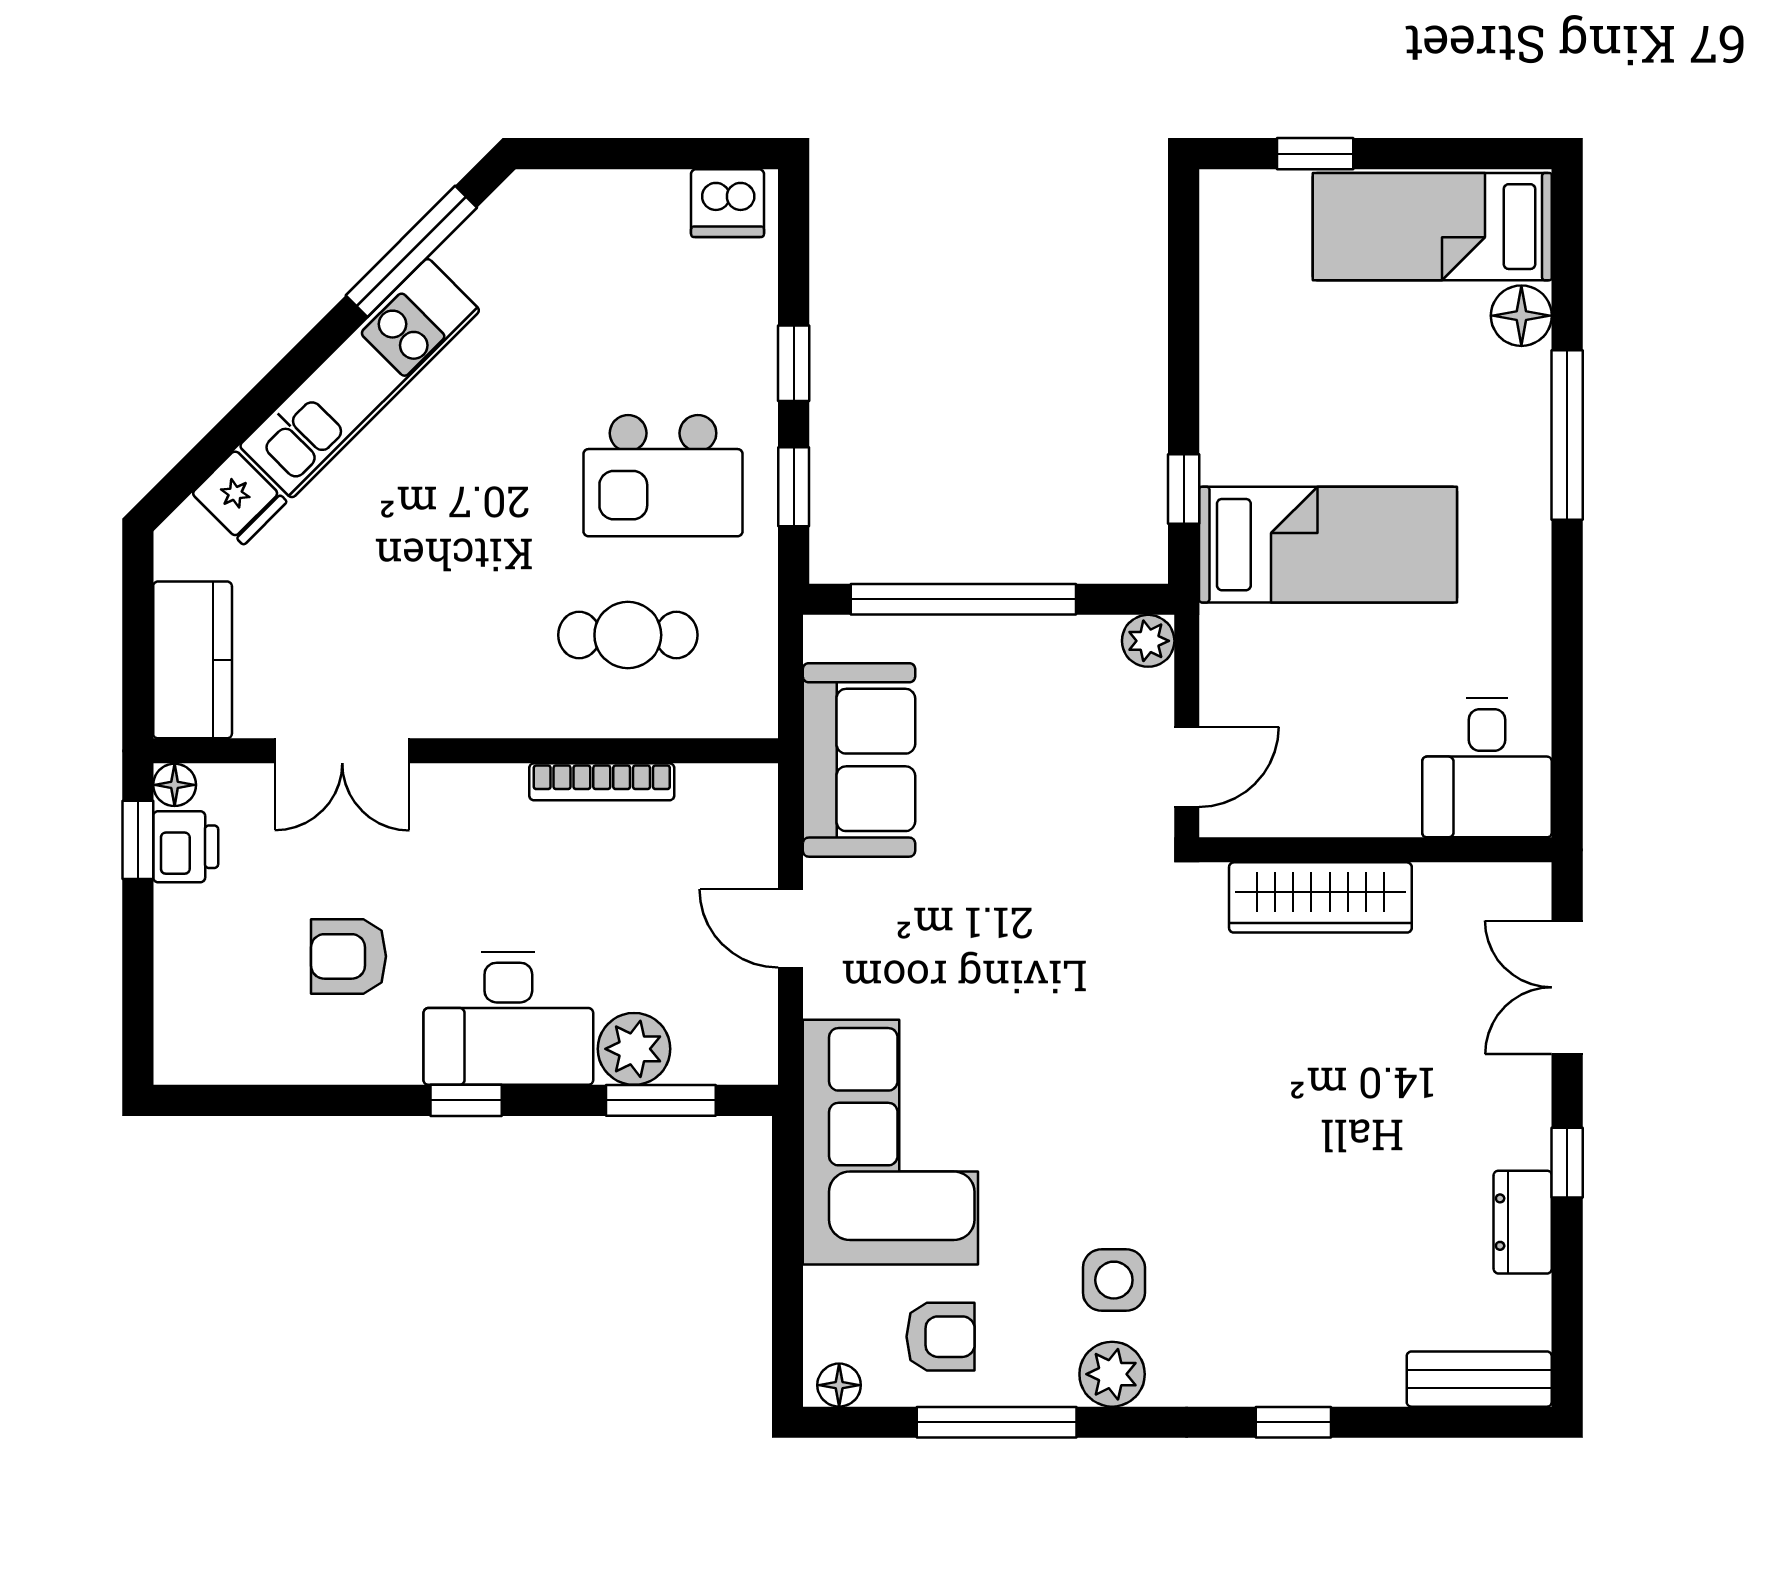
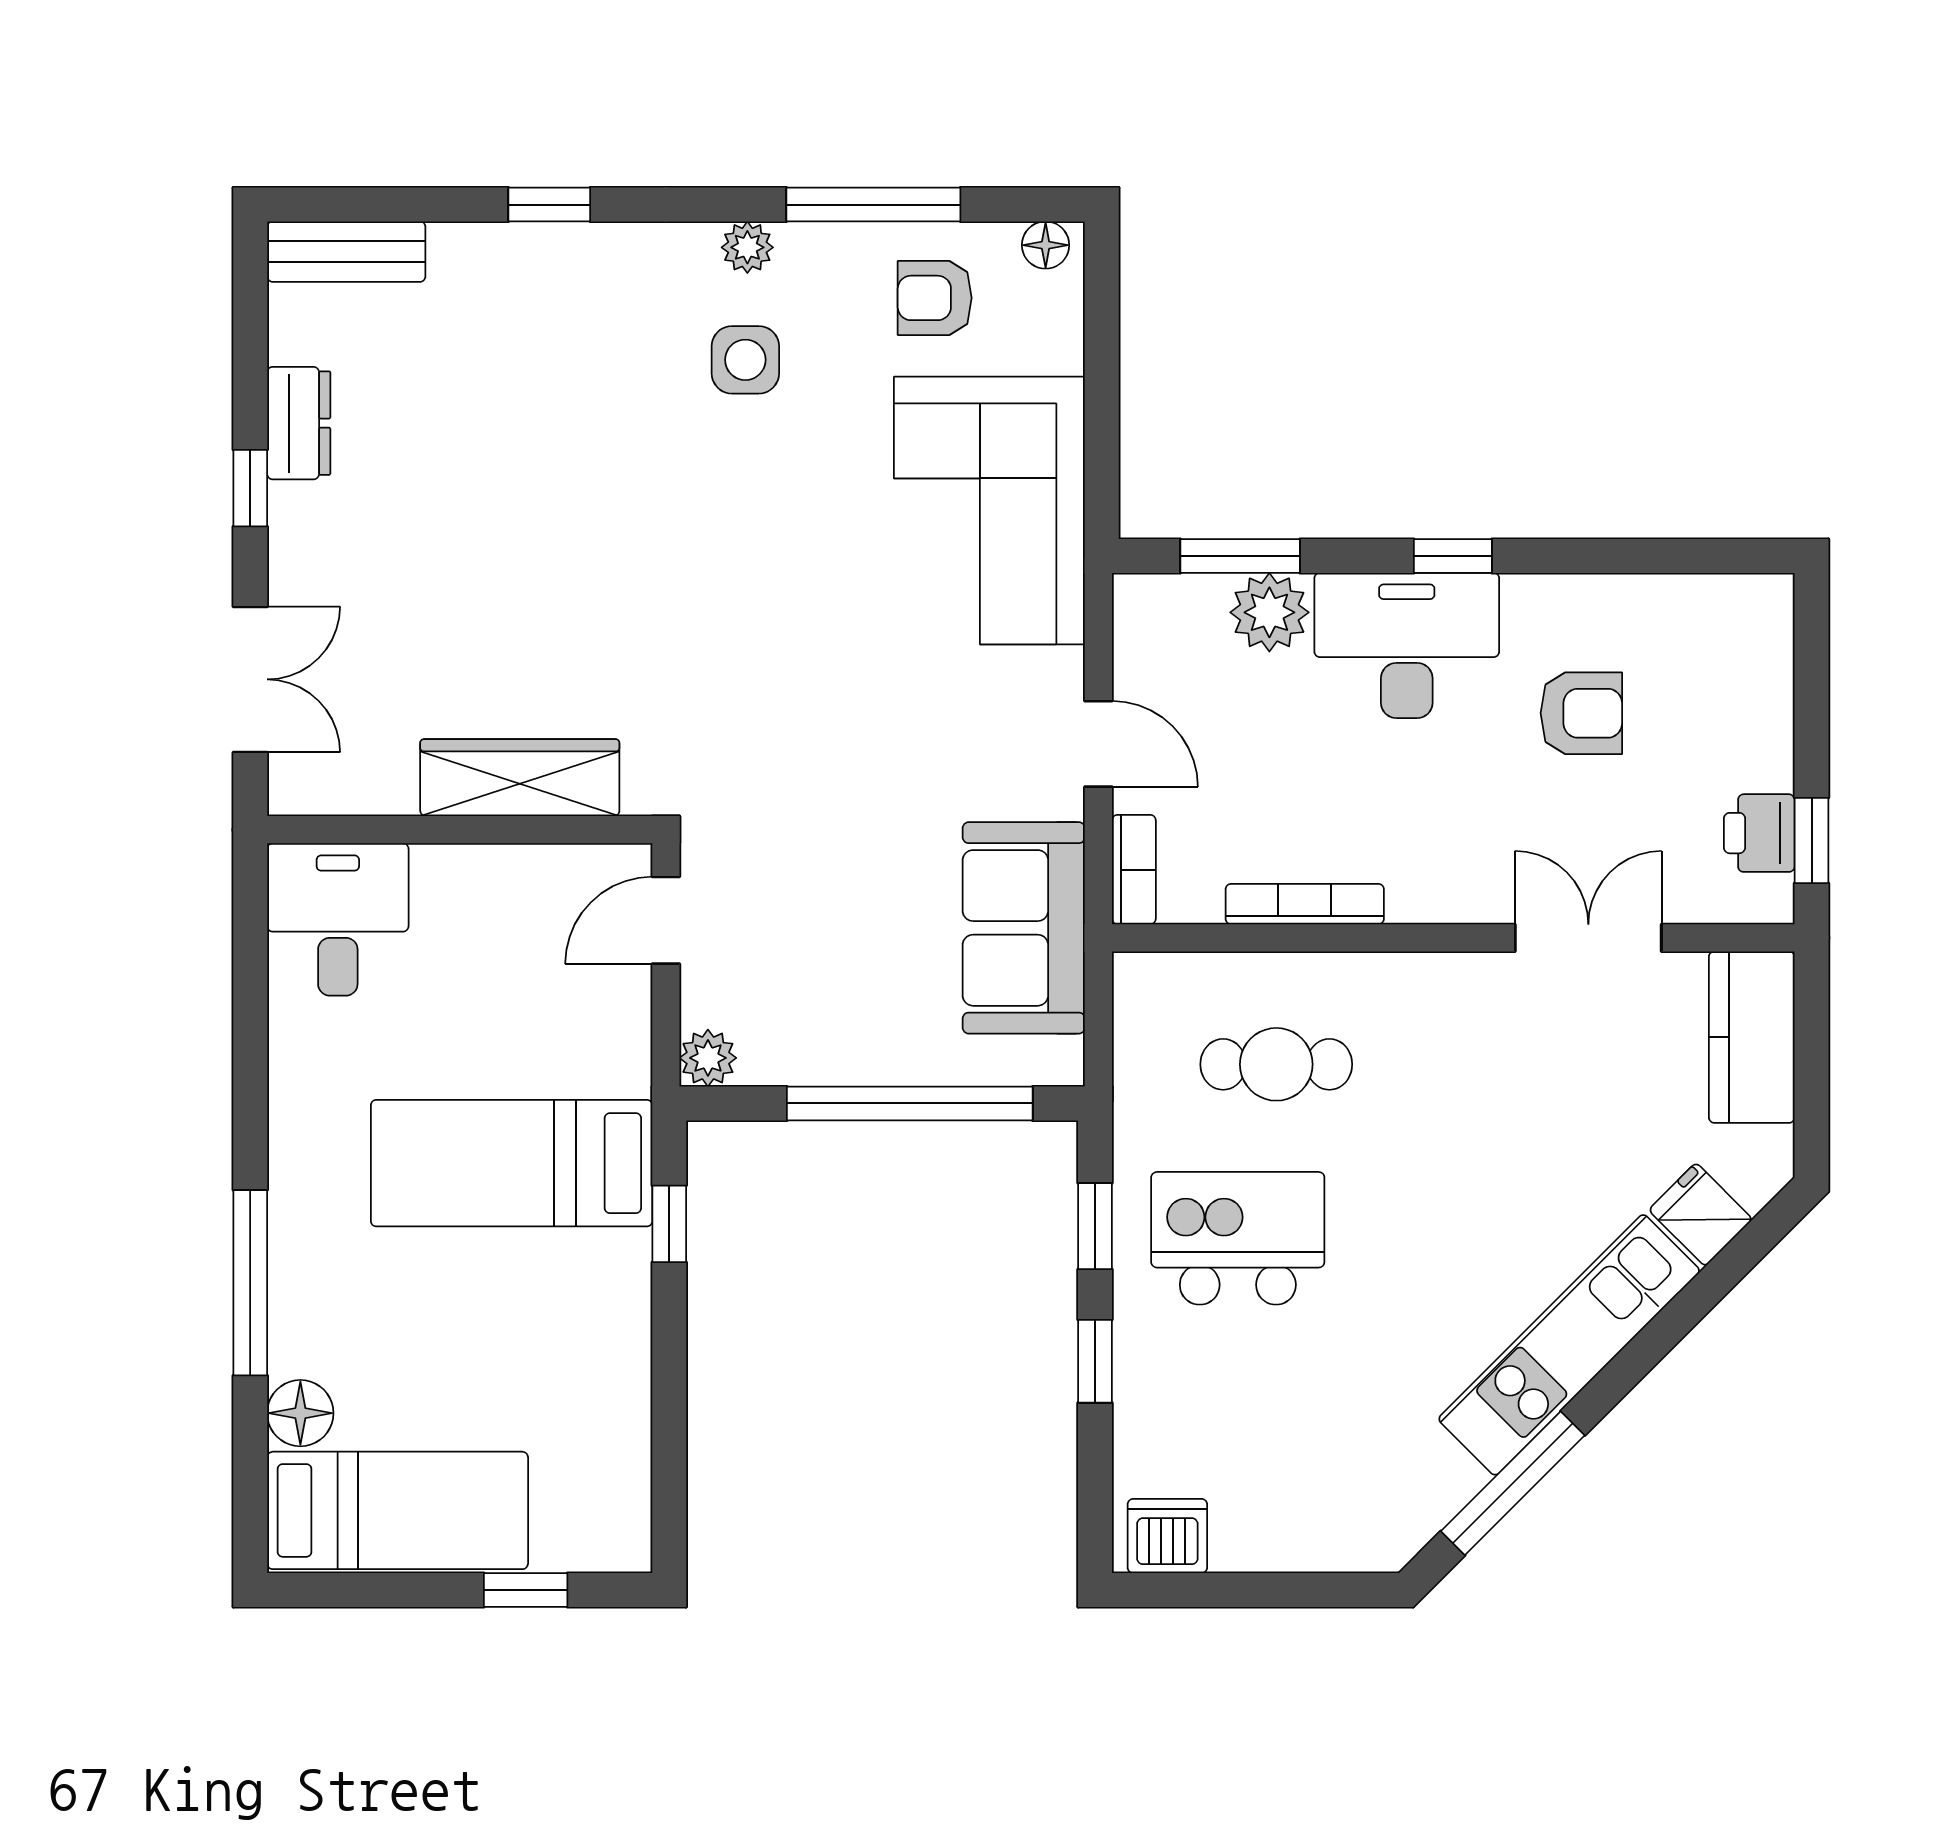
floor lamp: (175, 785) -> (1771, 901), removed
bookcase: (758, 813) -> (1134, 870), added
plant: (1112, 1374) -> (747, 247), width x0.73, depth x0.73

